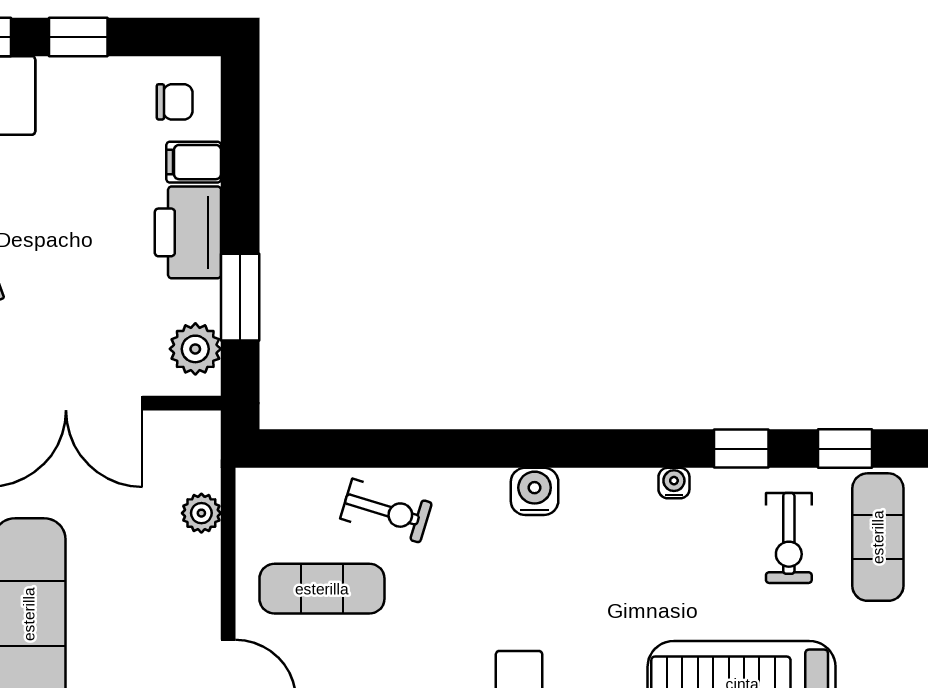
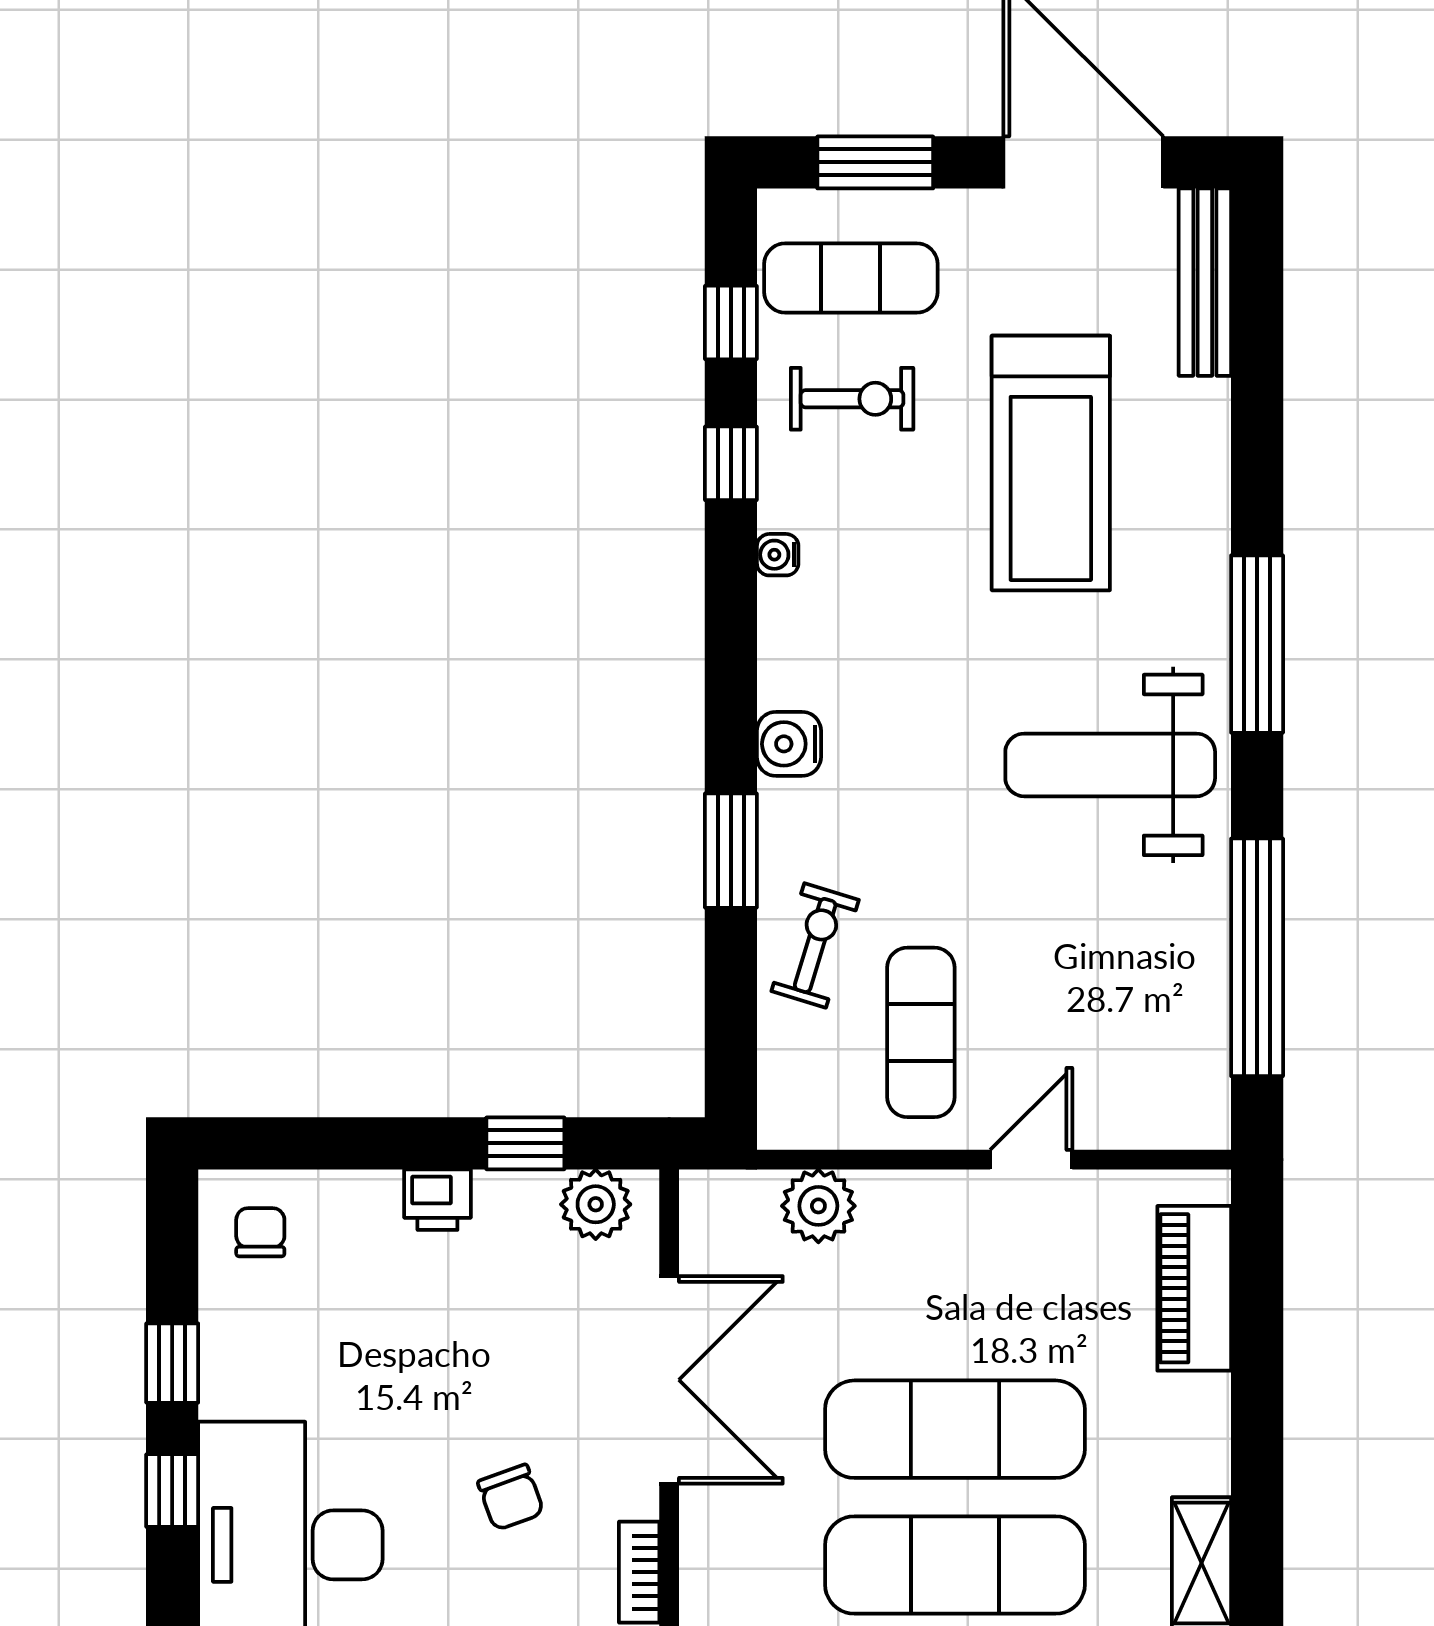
filing cabinet: (194, 162) -> (342, 1206), removed
printer: (188, 232) -> (437, 1200), width x0.53, depth x0.68
window: (240, 297) -> (525, 1143), width x0.67
window: (456, 449) -> (731, 851), added
plant: (201, 513) -> (818, 1206), width x1.38, depth x1.38

